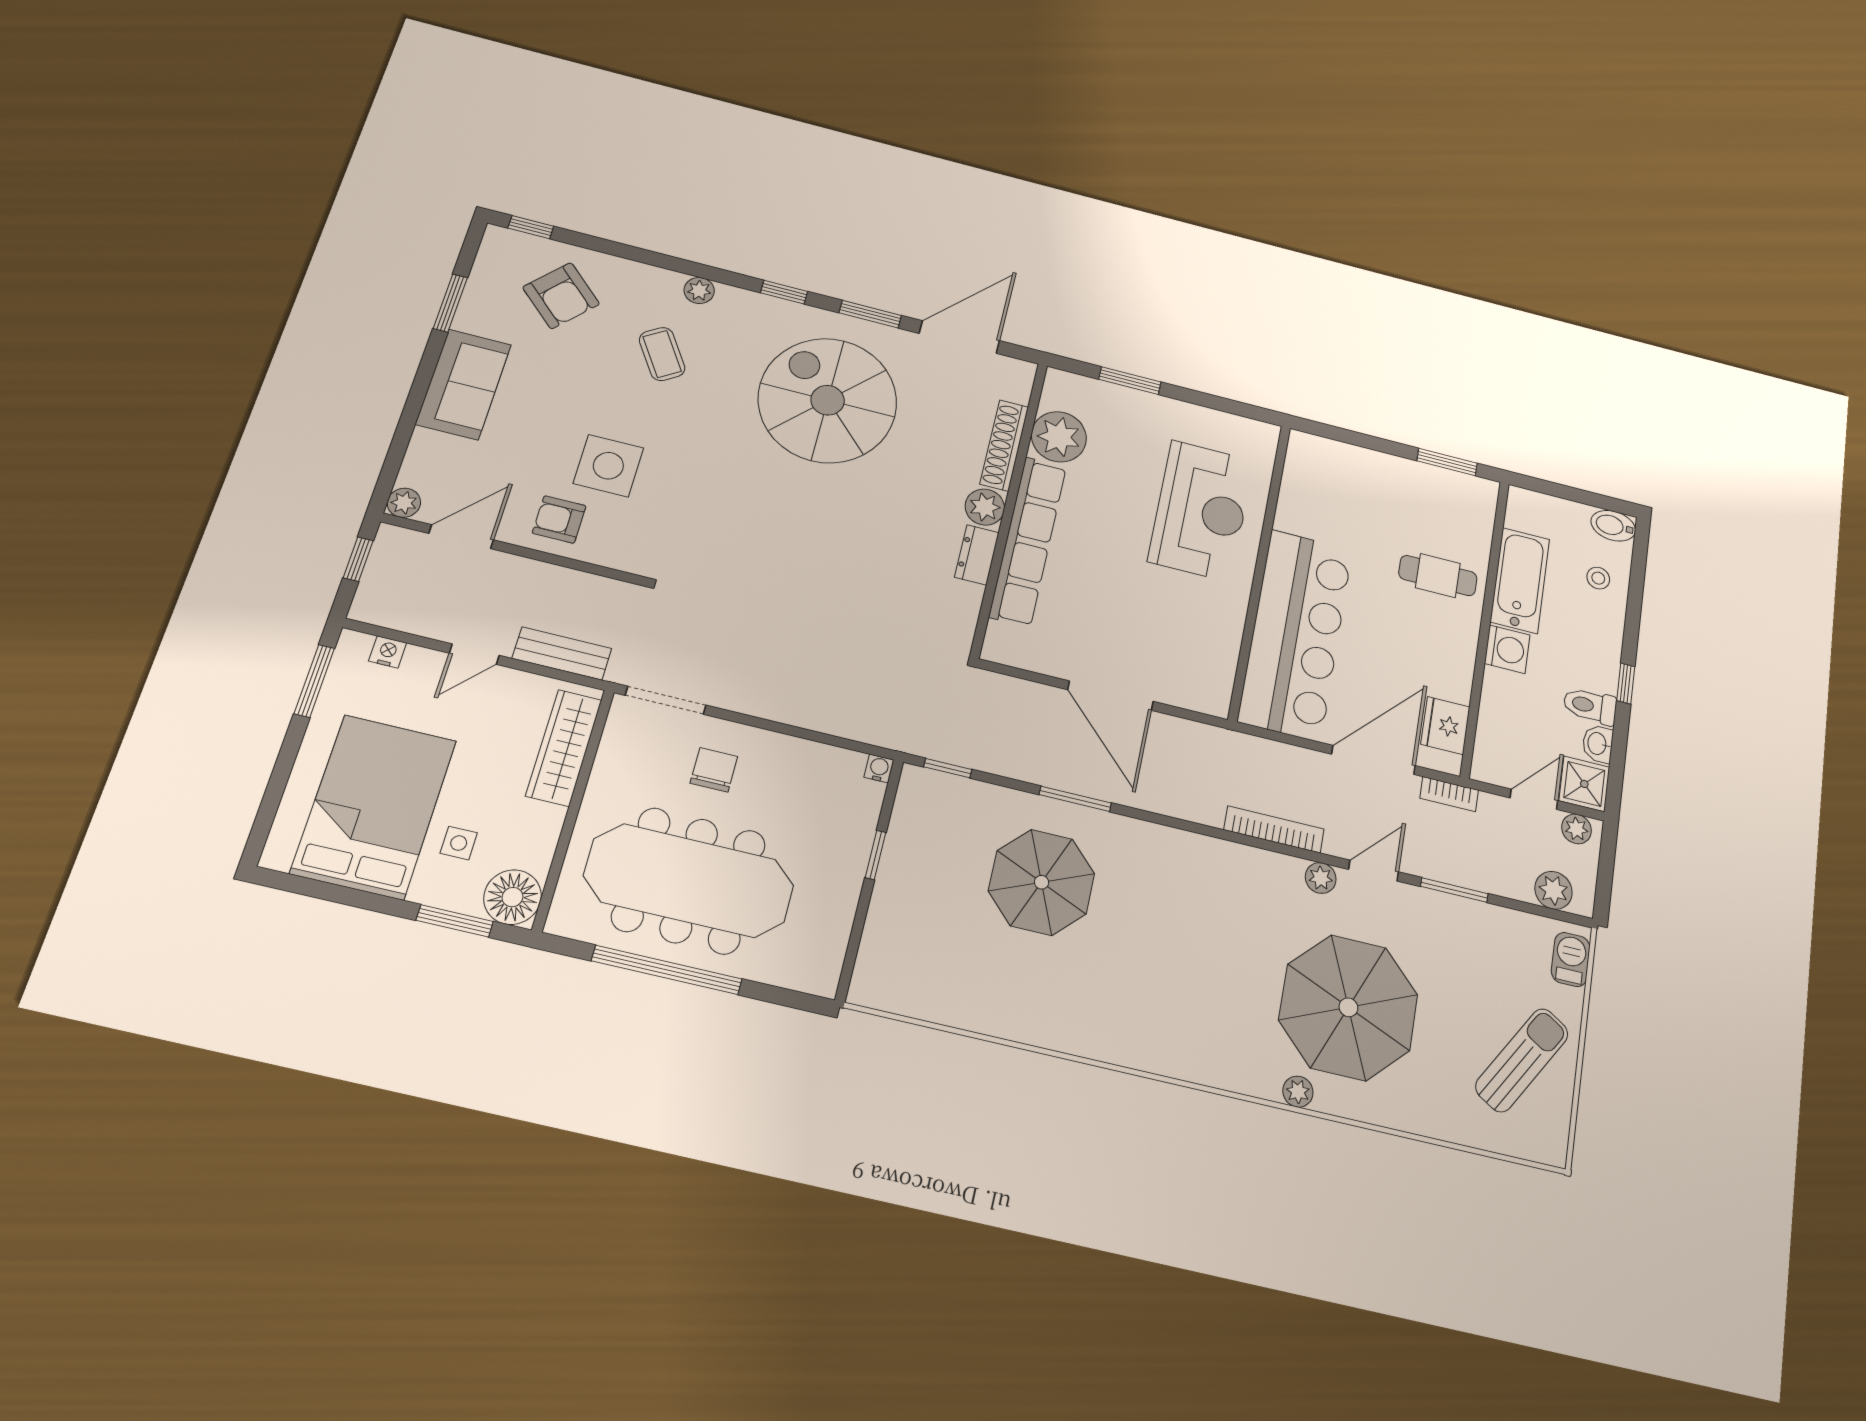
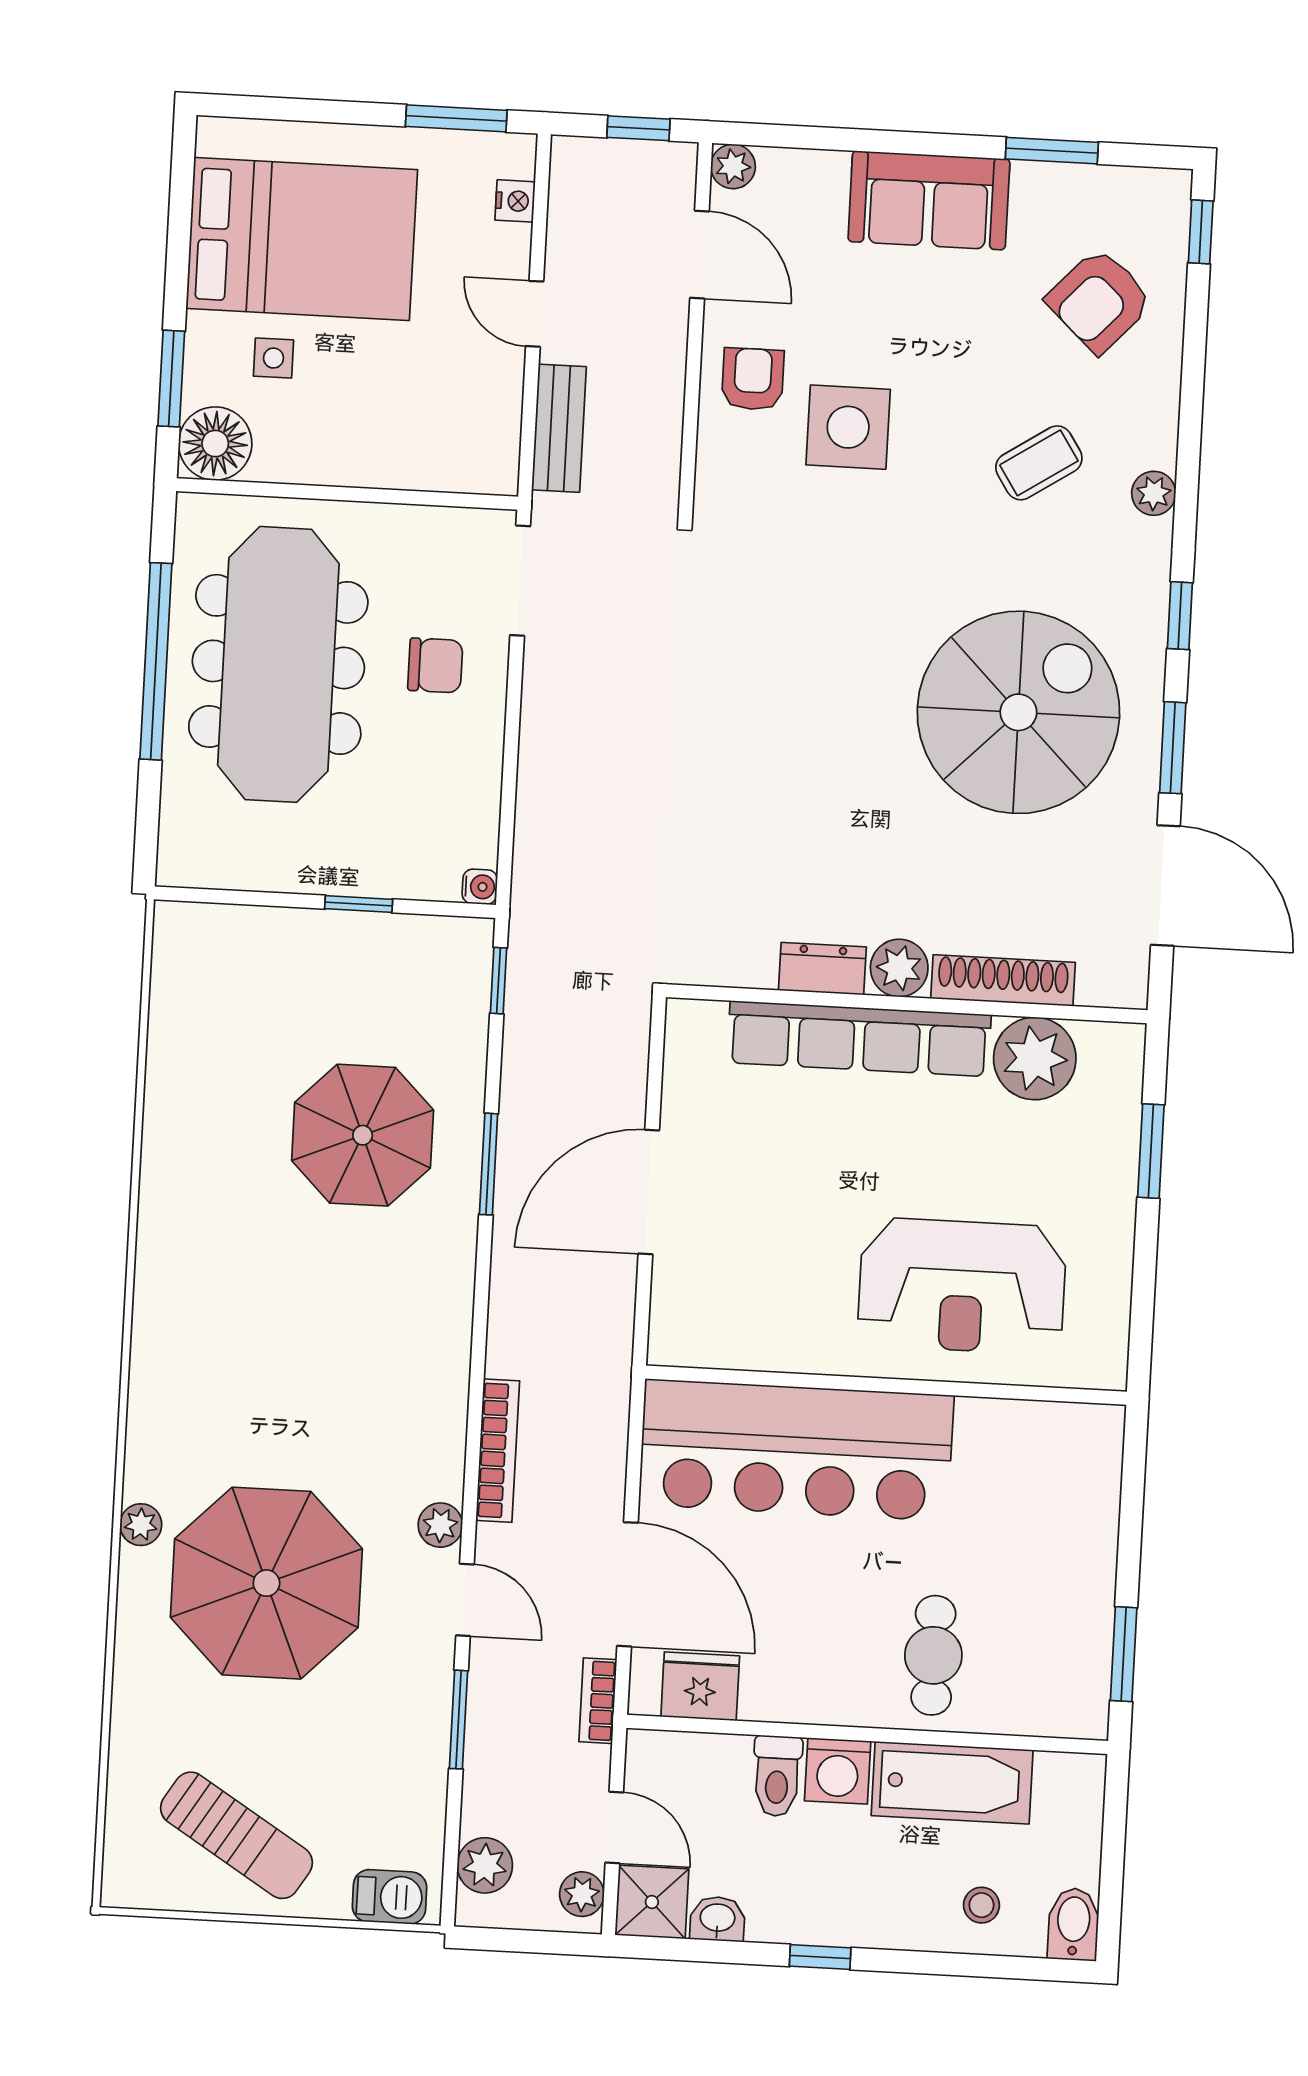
toilet: (1590, 706) -> (777, 1776), moved, turned 180
wardrobe: (564, 748) -> (428, 462), removed

